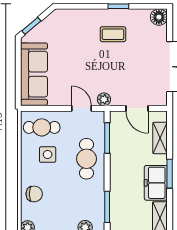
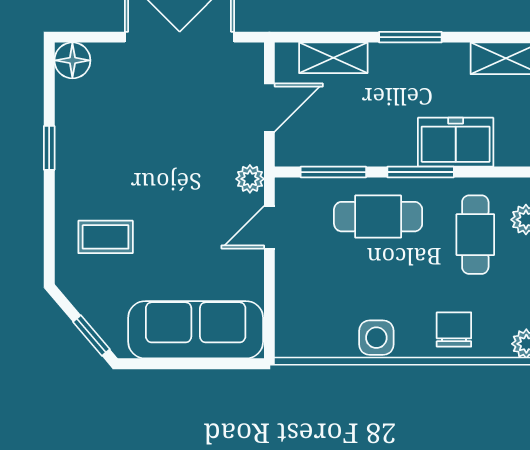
coffee table: (113, 34) -> (106, 237), moved, turned 90
cafe table: (42, 127) -> (475, 235), moved
side table: (48, 155) -> (376, 338), moved
freezer: (156, 183) -> (456, 142), moved, turned 180
window: (107, 207) -> (421, 172), moved

